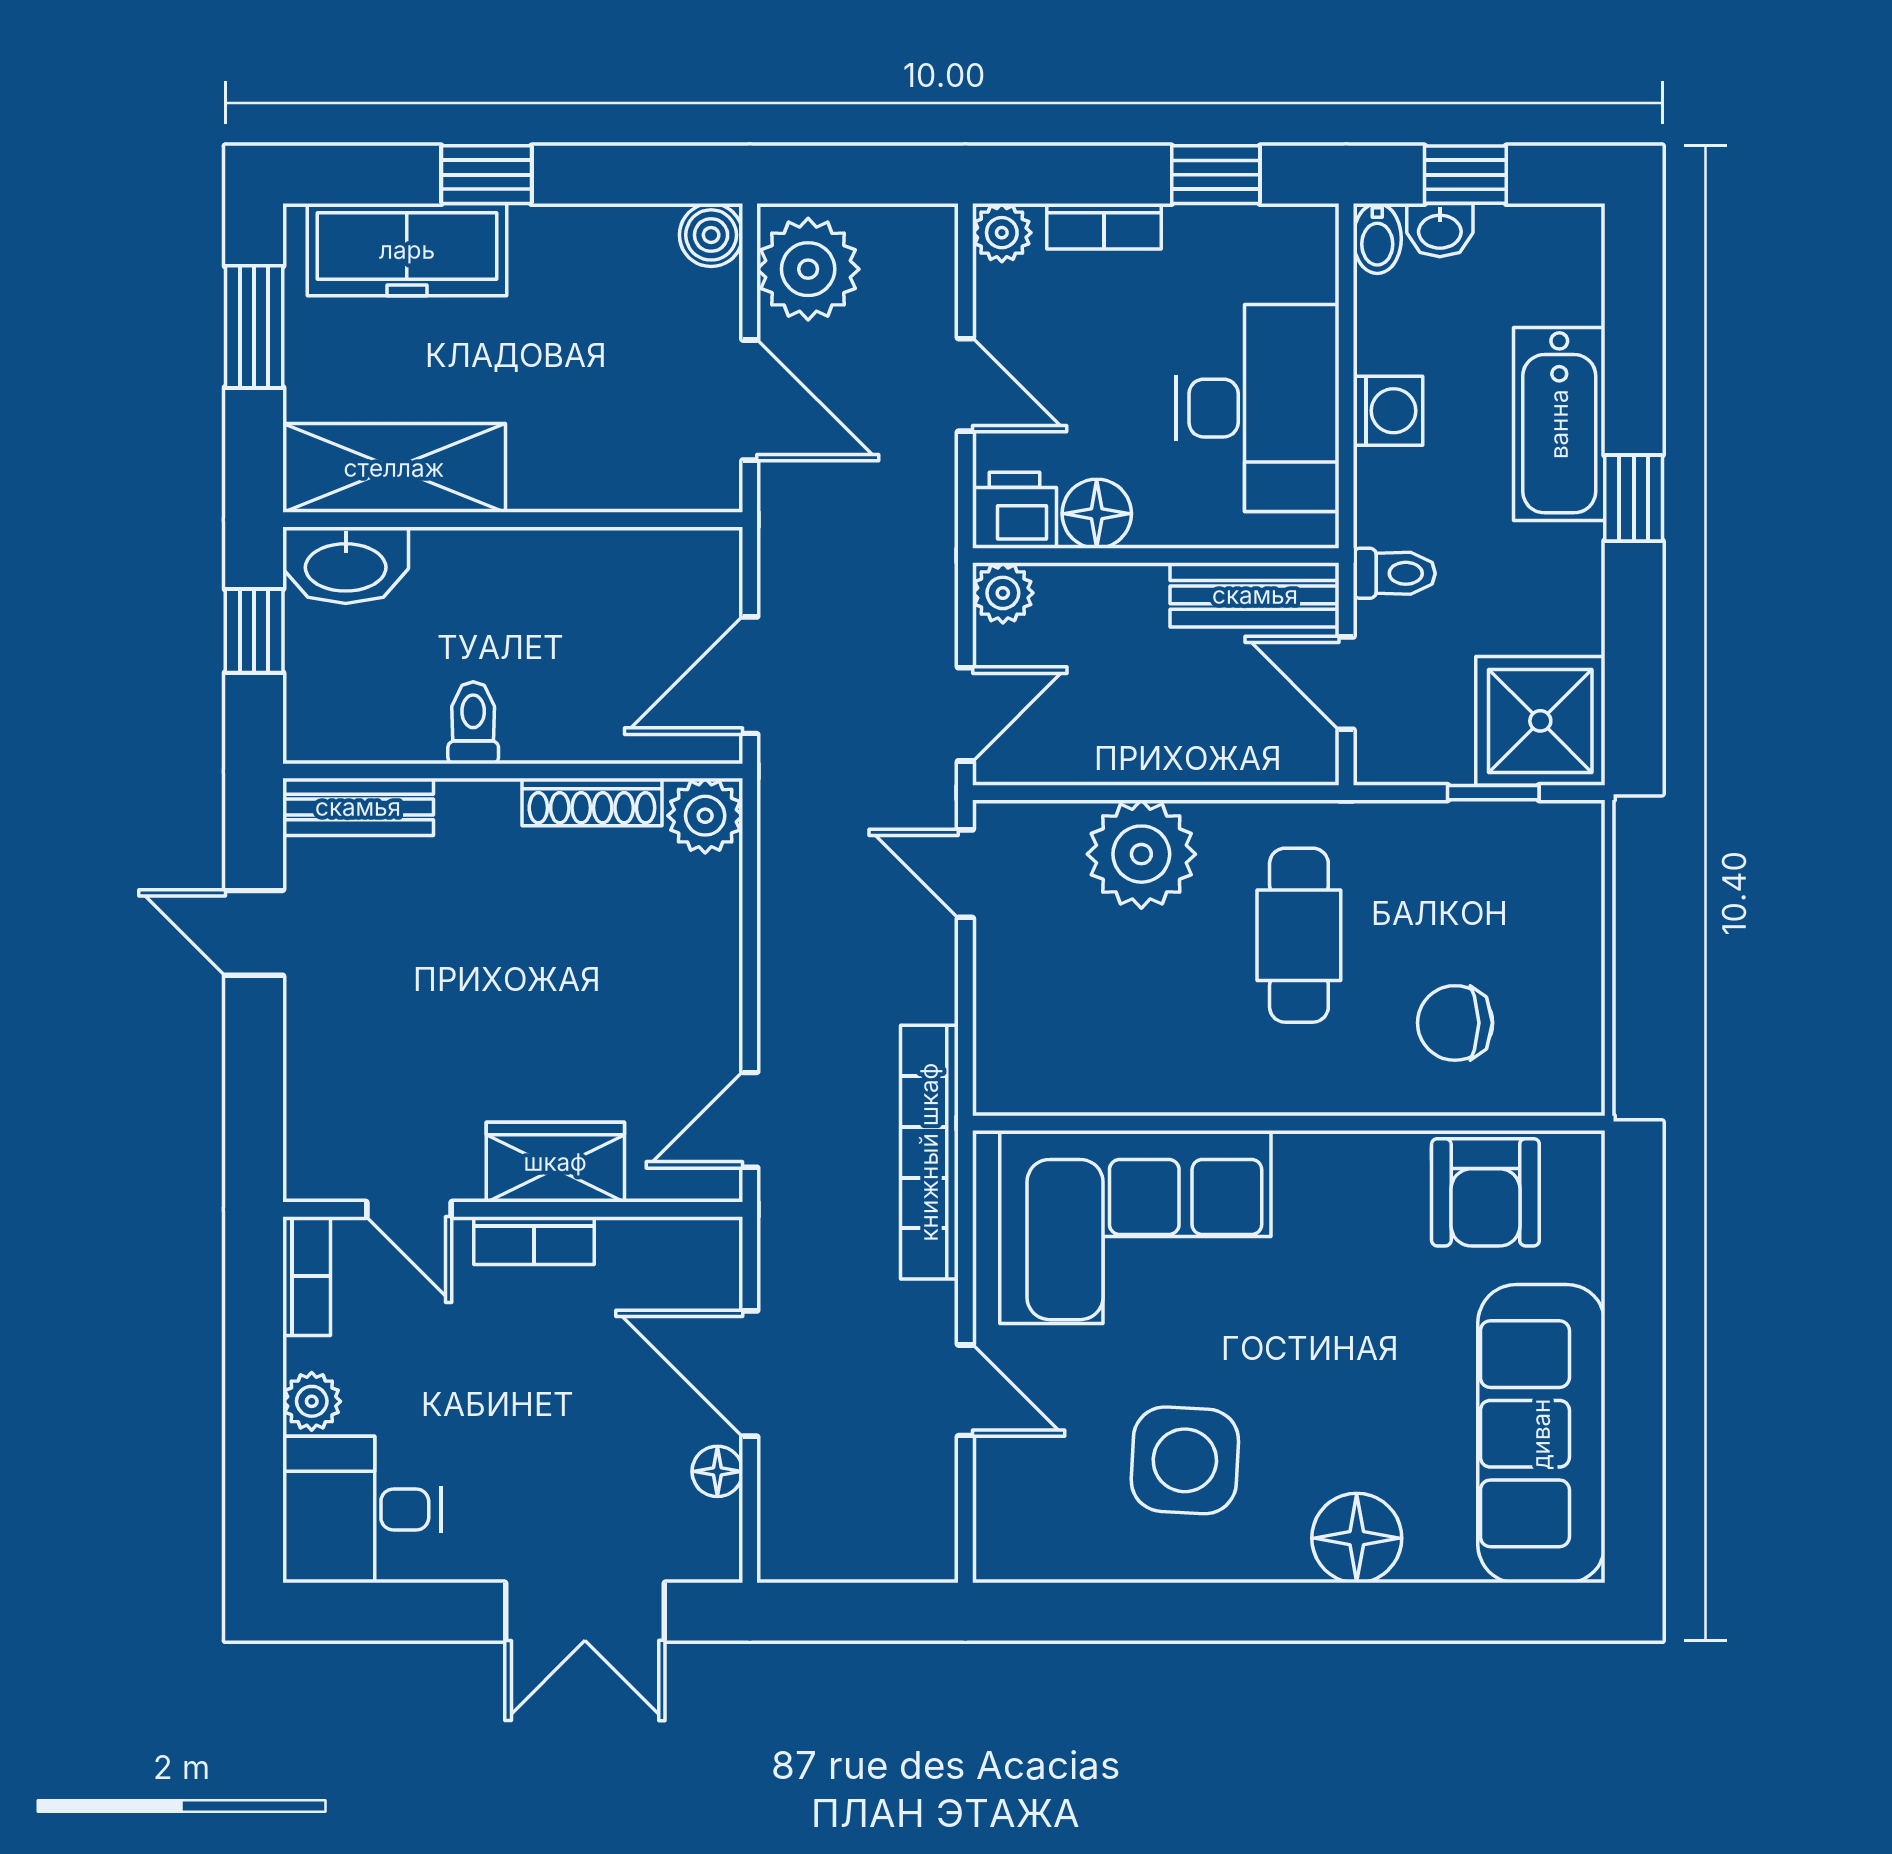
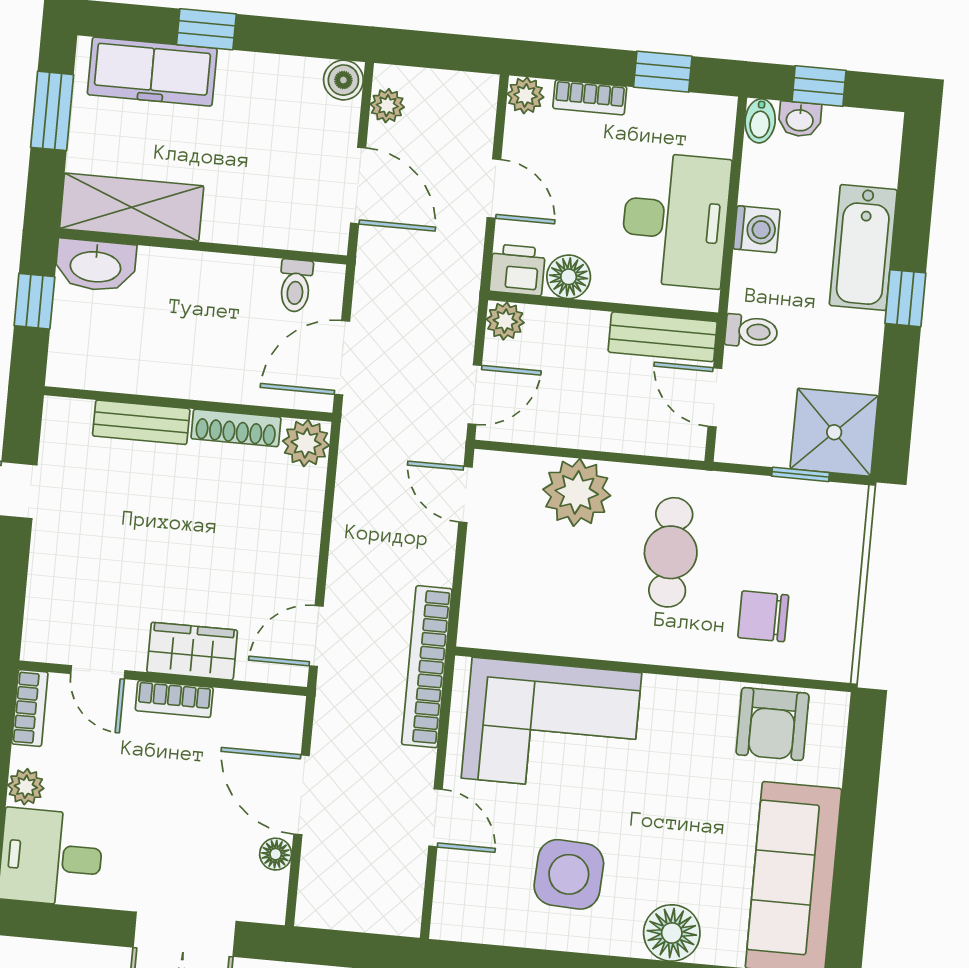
plant: (808, 269) -> (387, 106), width x0.53, depth x0.53
toilet: (473, 723) -> (296, 286), moved, turned 180
bench: (358, 807) -> (141, 422), moved

